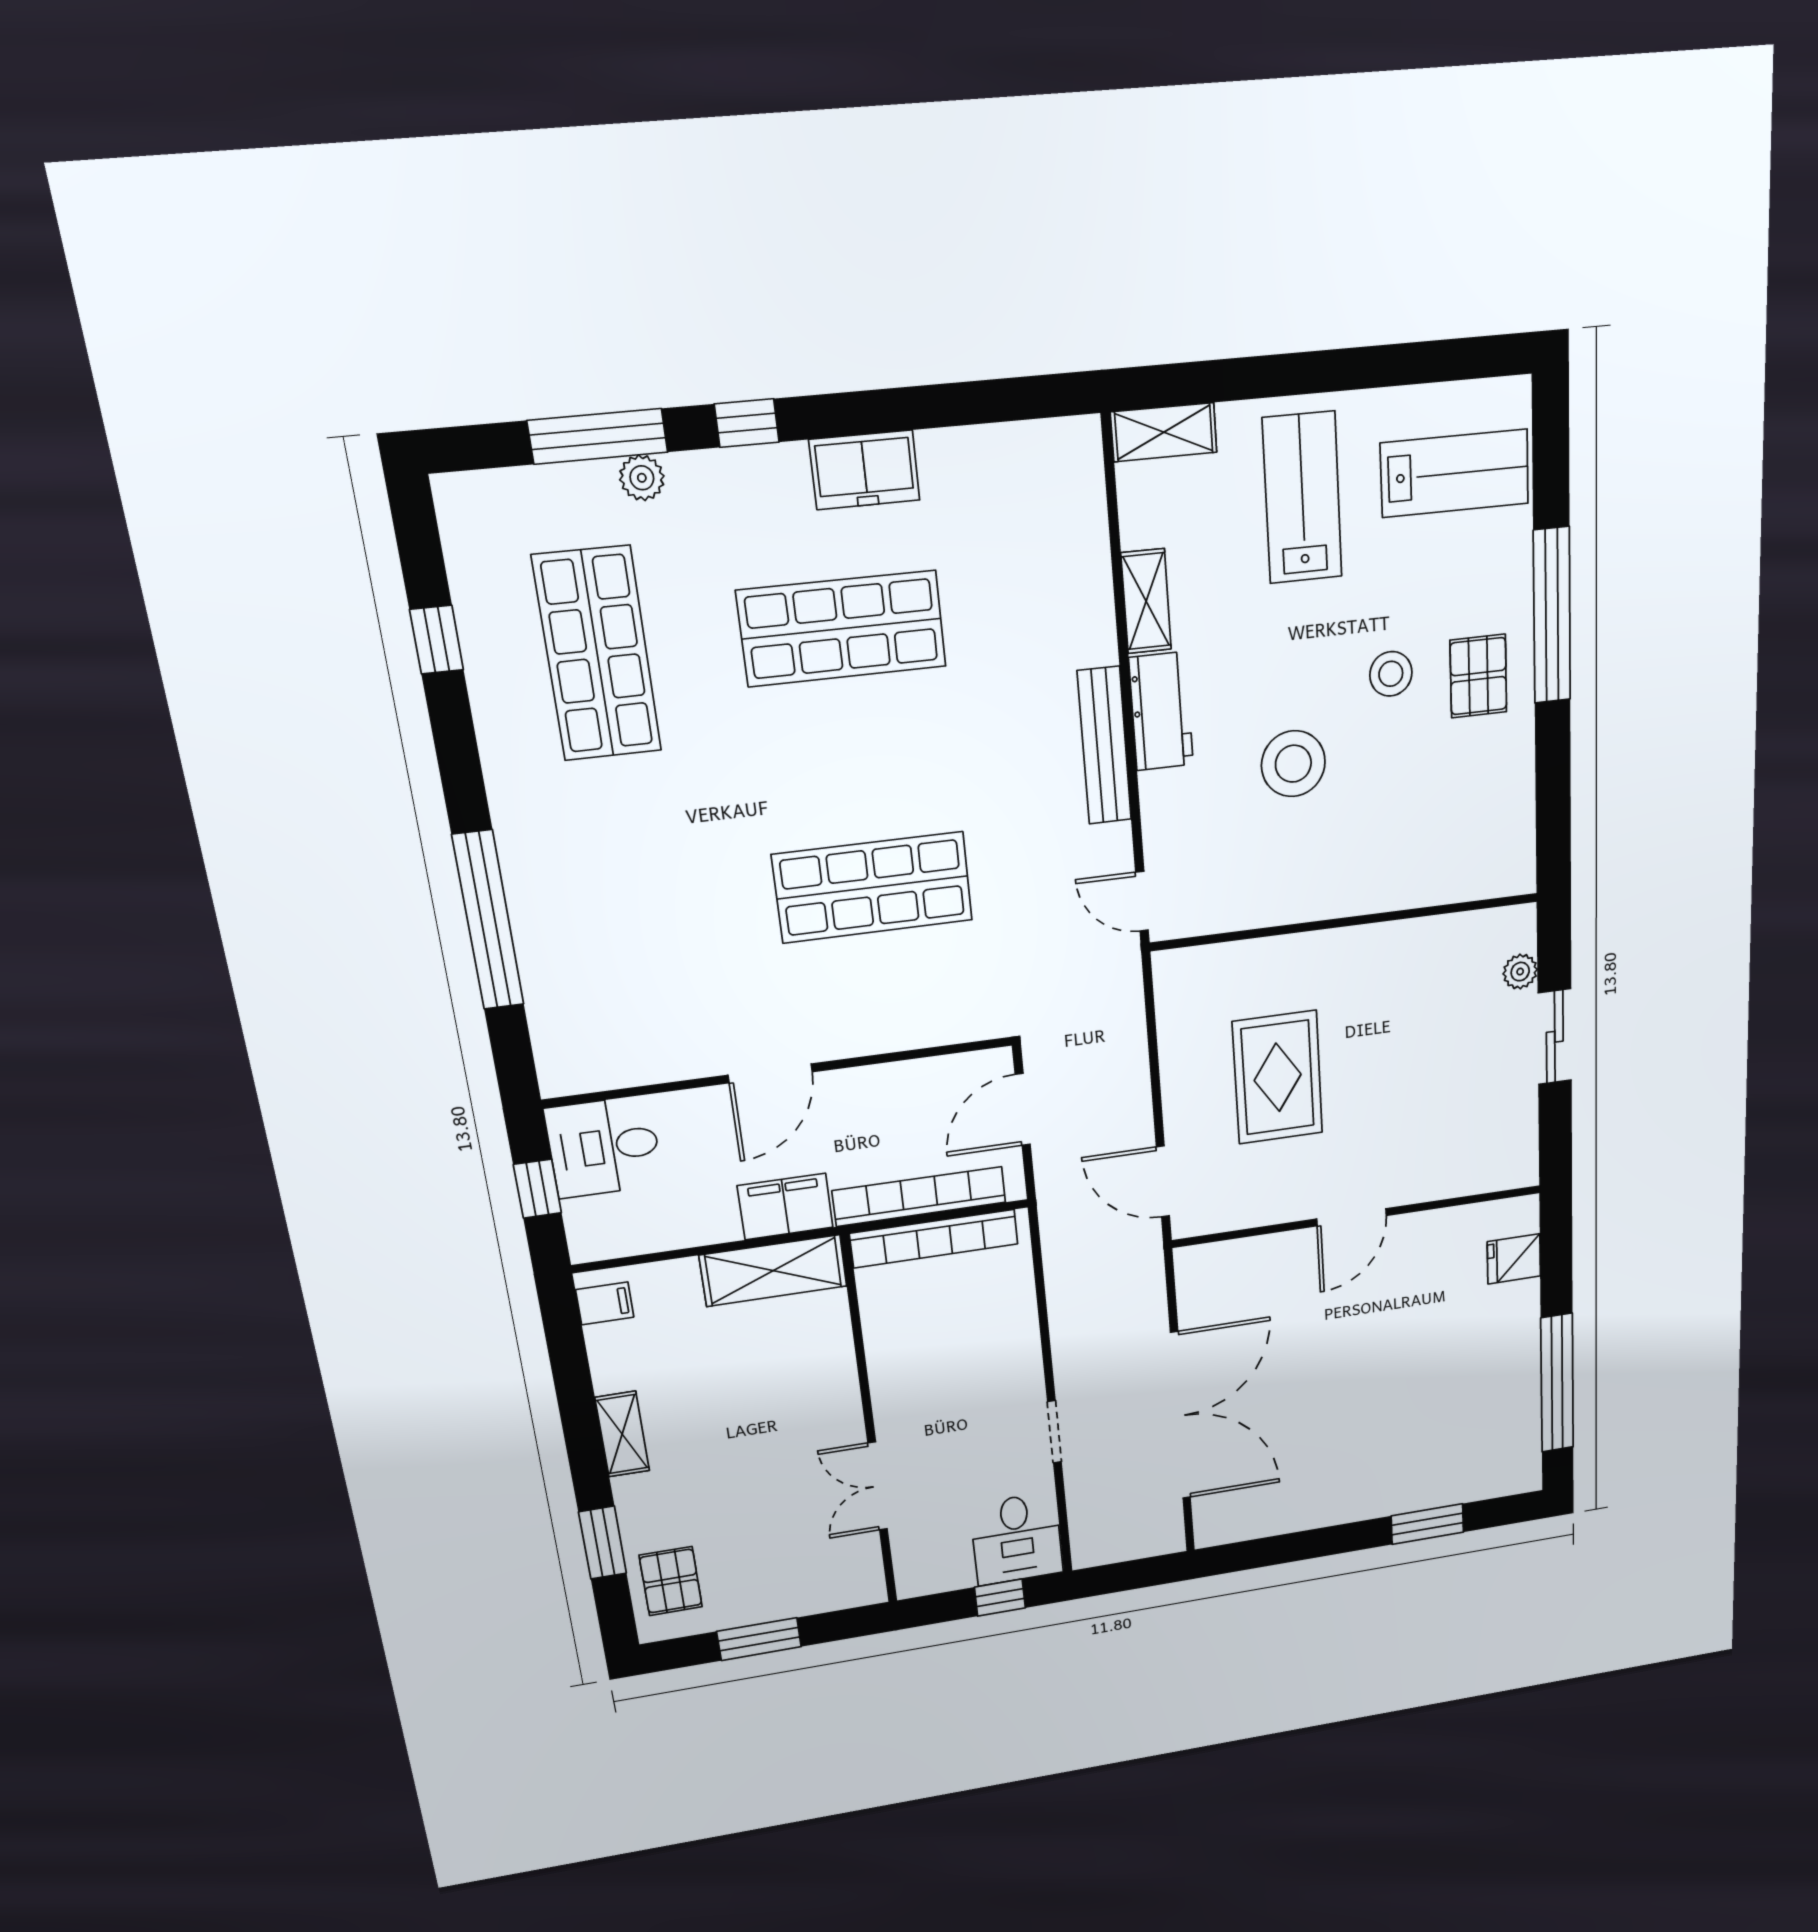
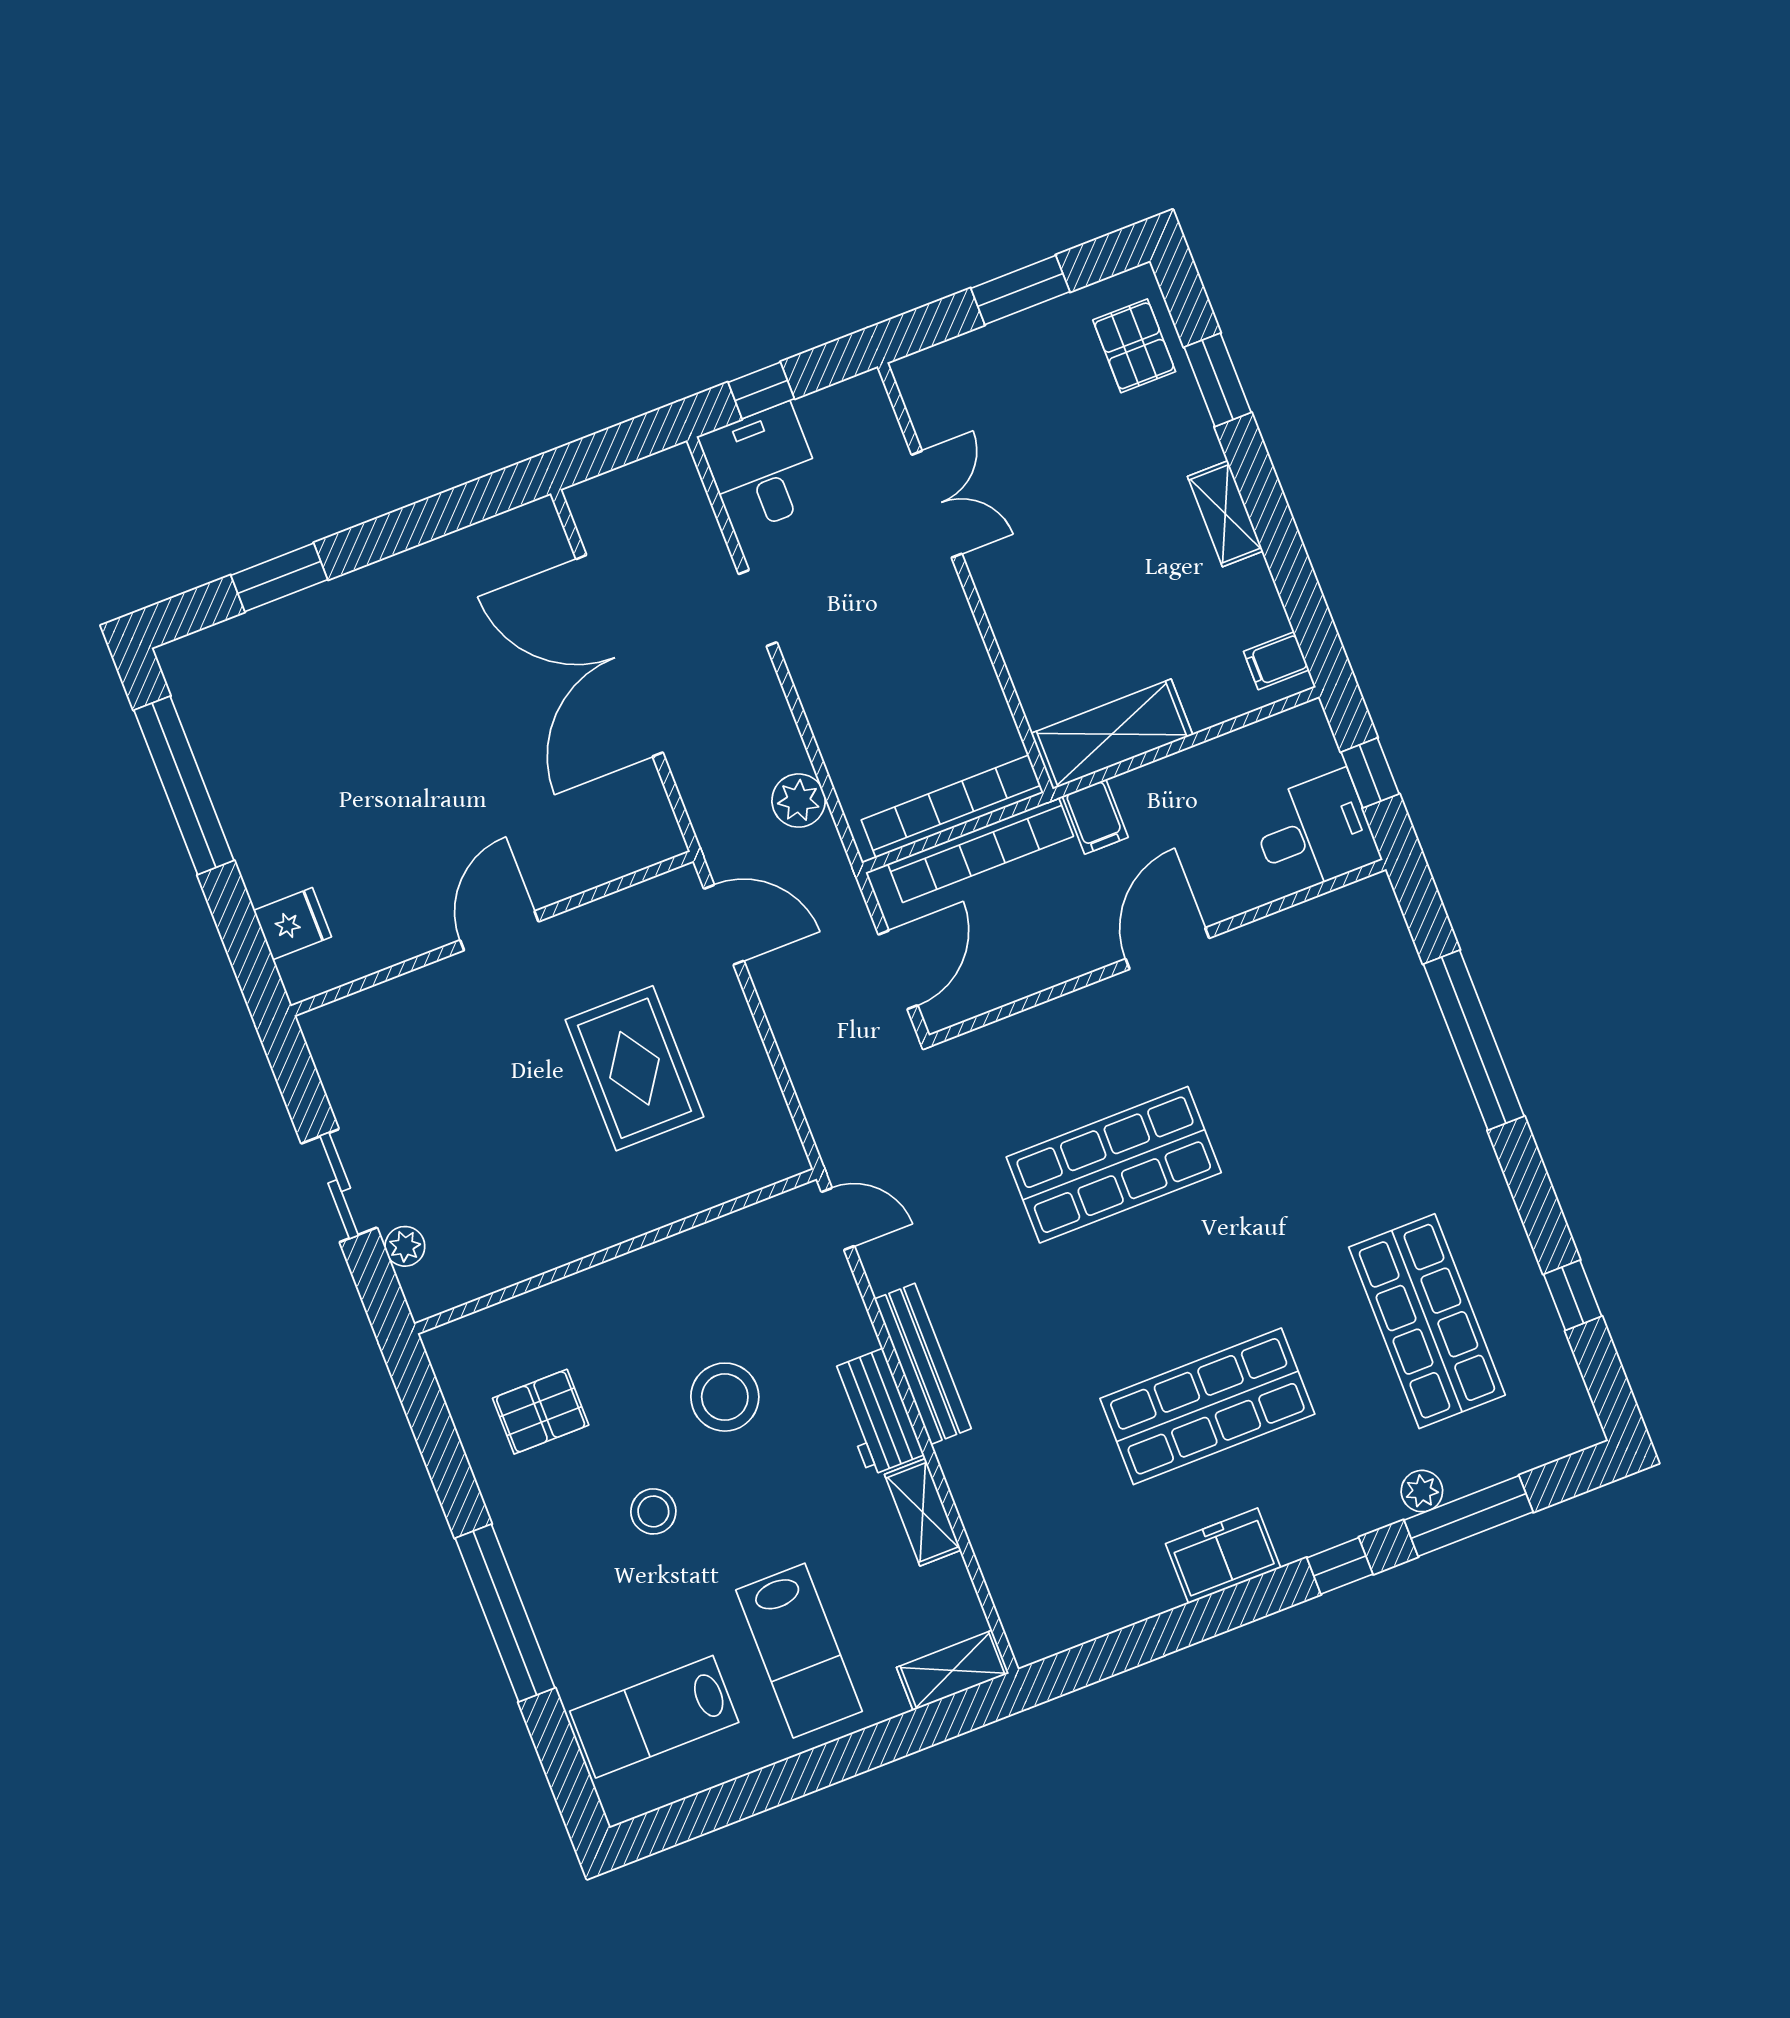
pallet: (1478, 676) -> (541, 1412), moved, turned 90
filing cabinet: (785, 1207) -> (1095, 817), width x0.50
plant: (1067, 1271) -> (799, 801), added

